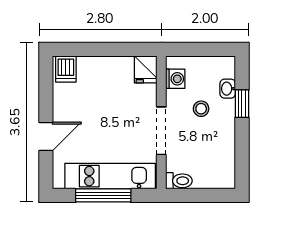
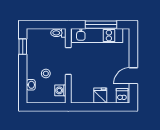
fridge: (146, 69) -> (100, 96), moved
window: (242, 104) -> (23, 47), moved
door: (46, 136) -> (133, 76), moved

